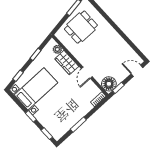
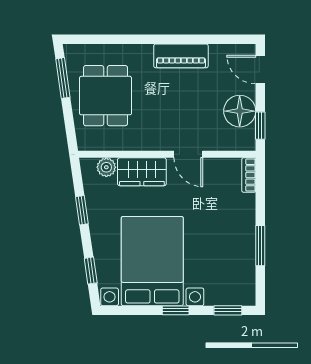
piano: (117, 40) -> (181, 56), added
door: (137, 71) -> (260, 70), hinge flipped
floor lamp: (109, 84) -> (240, 111), moved
bed with nightstands: (36, 89) -> (152, 261), width x1.36

